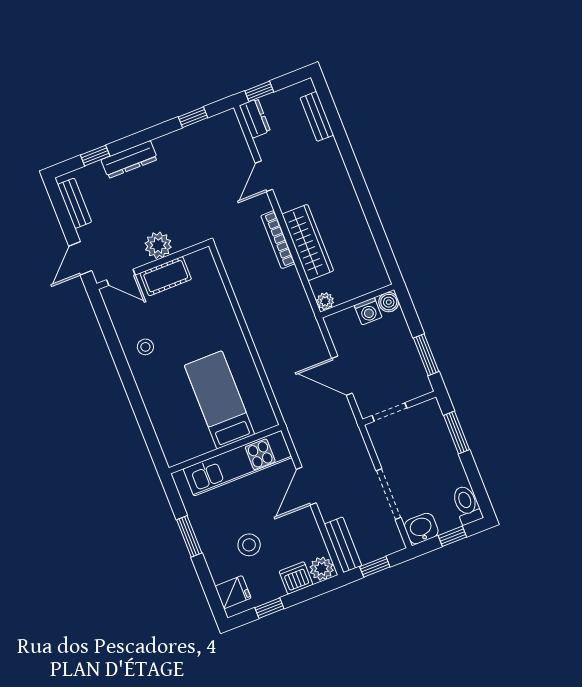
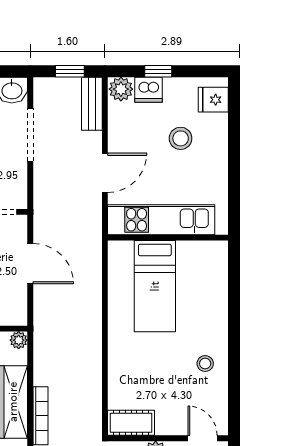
cot: (166, 276) -> (131, 423), moved
window: (189, 536) -> (234, 169), removed
window: (269, 608) -> (158, 71), moved

